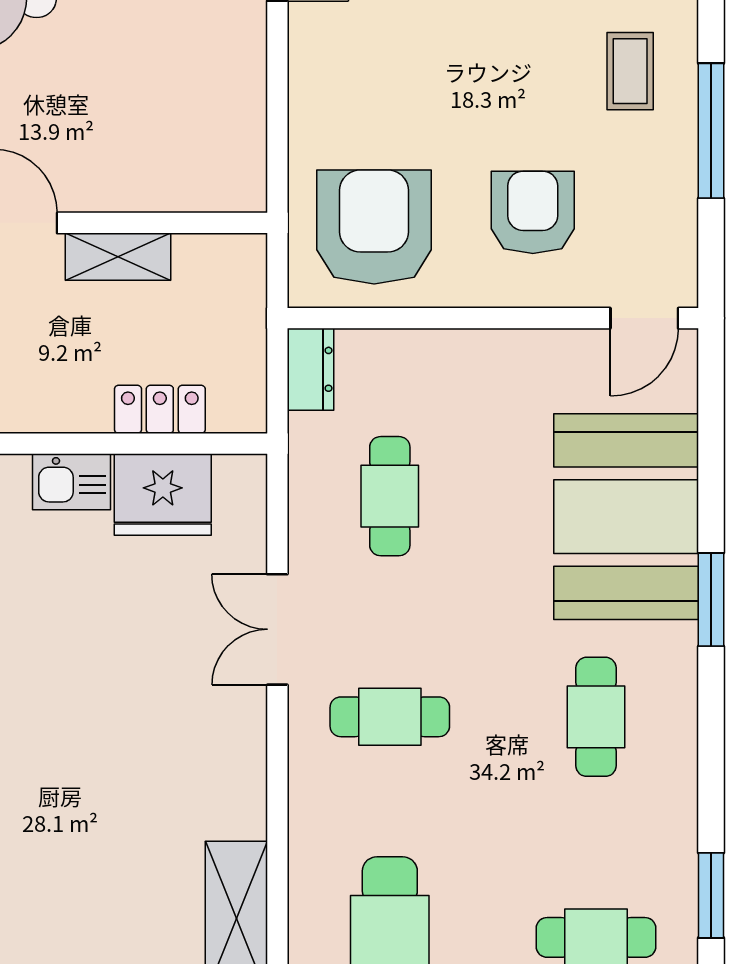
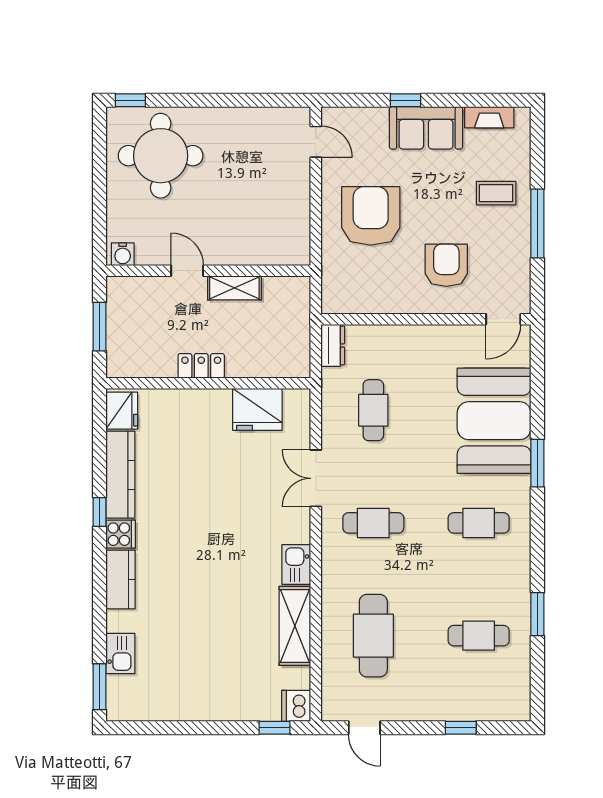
coffee table: (630, 71) -> (496, 193), turned 90
armchair: (374, 227) -> (371, 216), moved
locker: (160, 409) -> (201, 366), moved
kitchen sink: (72, 482) -> (296, 564), moved, turned 90
cafe table: (596, 717) -> (479, 523), turned 90

